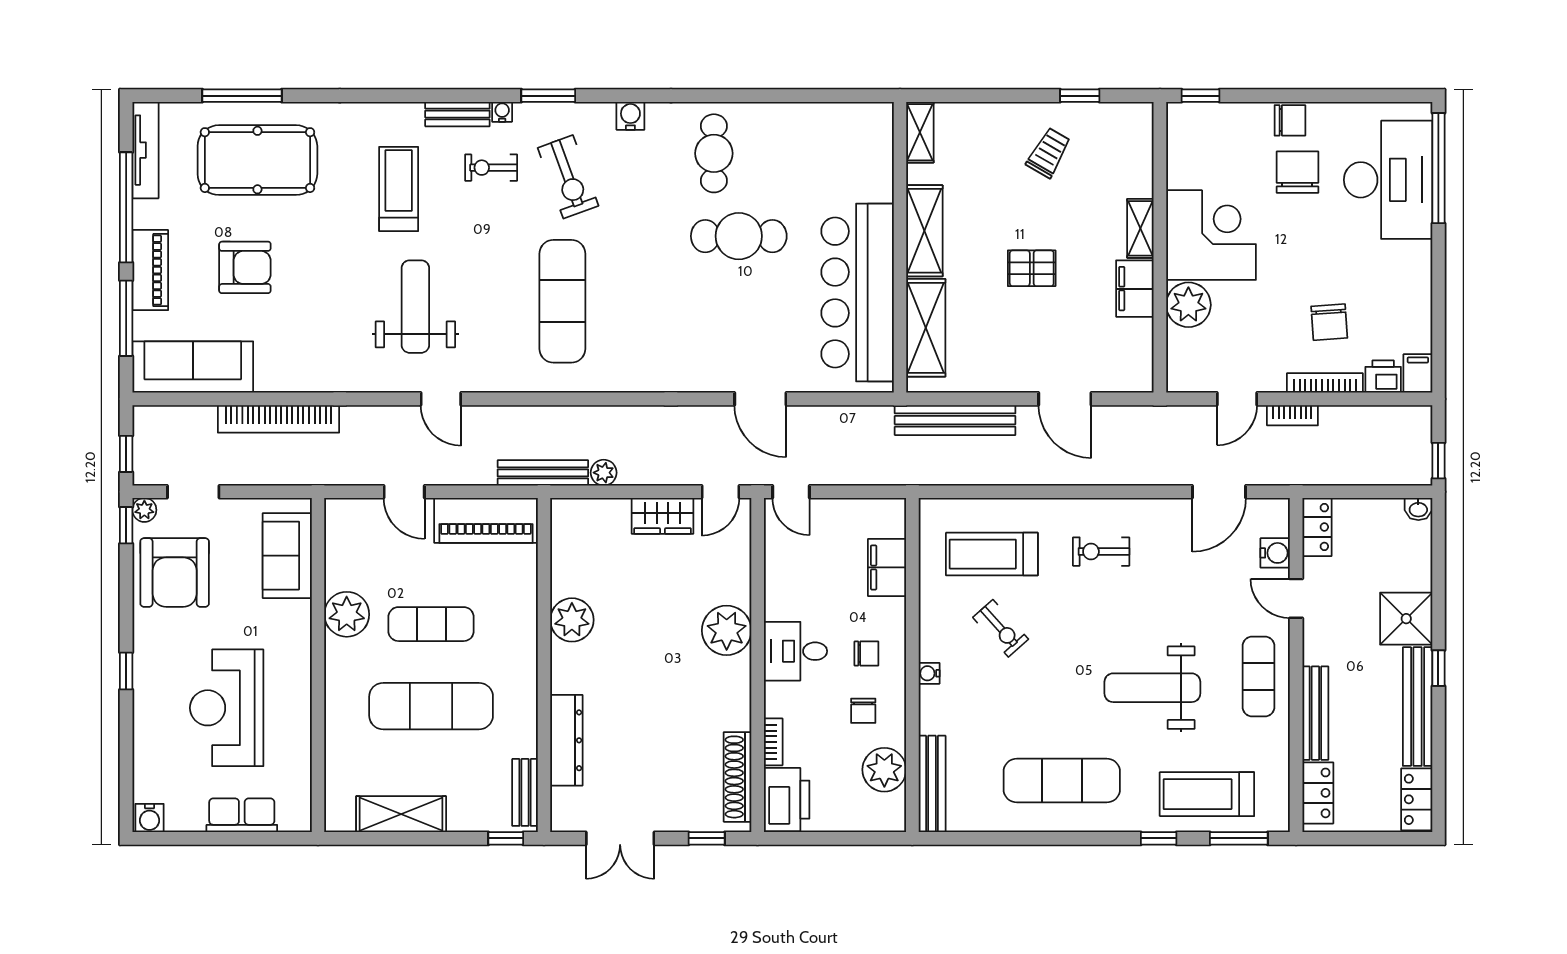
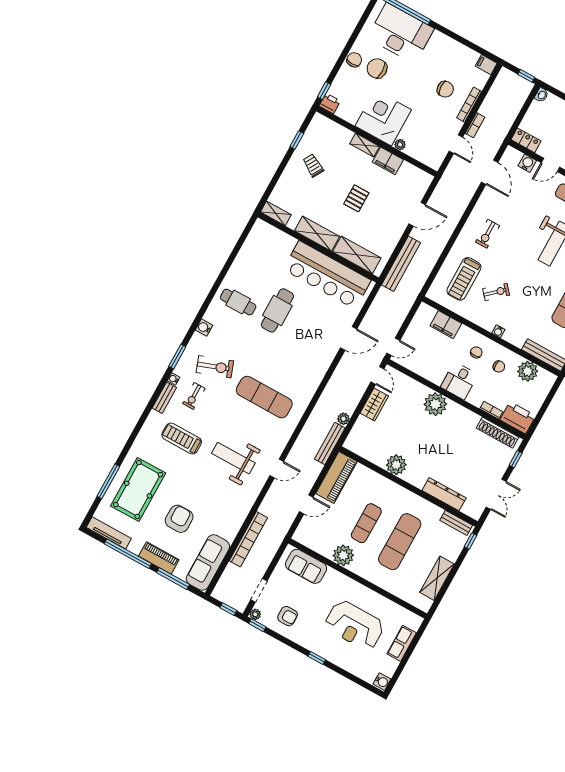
plant: (1188, 305) -> (400, 145), width x0.53, depth x0.53
printer: (1383, 377) -> (330, 104), moved, turned 90
armchair: (175, 572) -> (288, 616), width x0.53, depth x0.53

